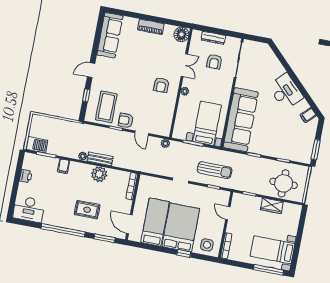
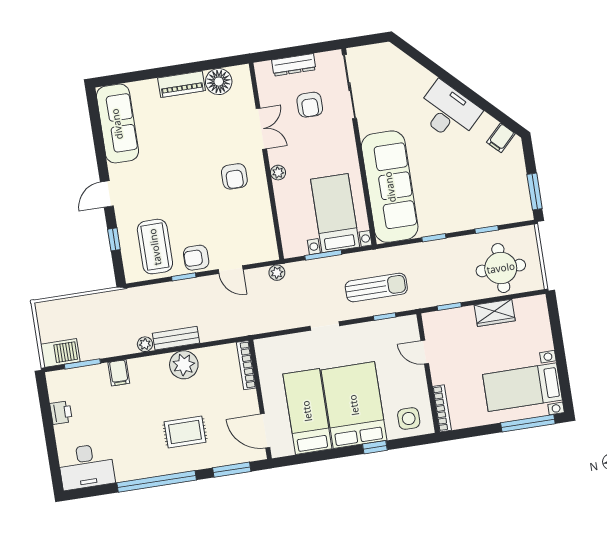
floor lamp: (181, 34) -> (219, 82), moved

